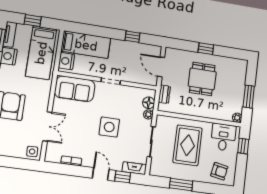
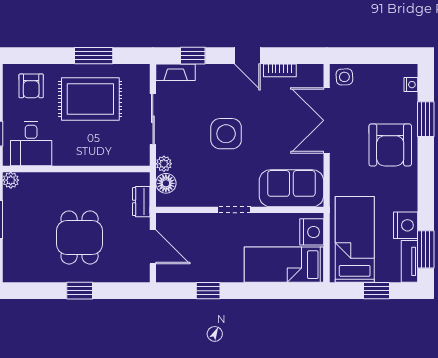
double door: (47, 126) -> (327, 120), width x1.37
rug: (188, 145) -> (90, 99), moved, turned 90
armchair: (219, 171) -> (31, 86), turned -101
door: (101, 174) -> (247, 56), moved

